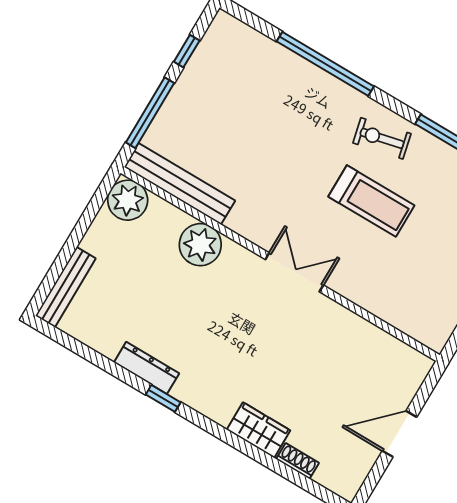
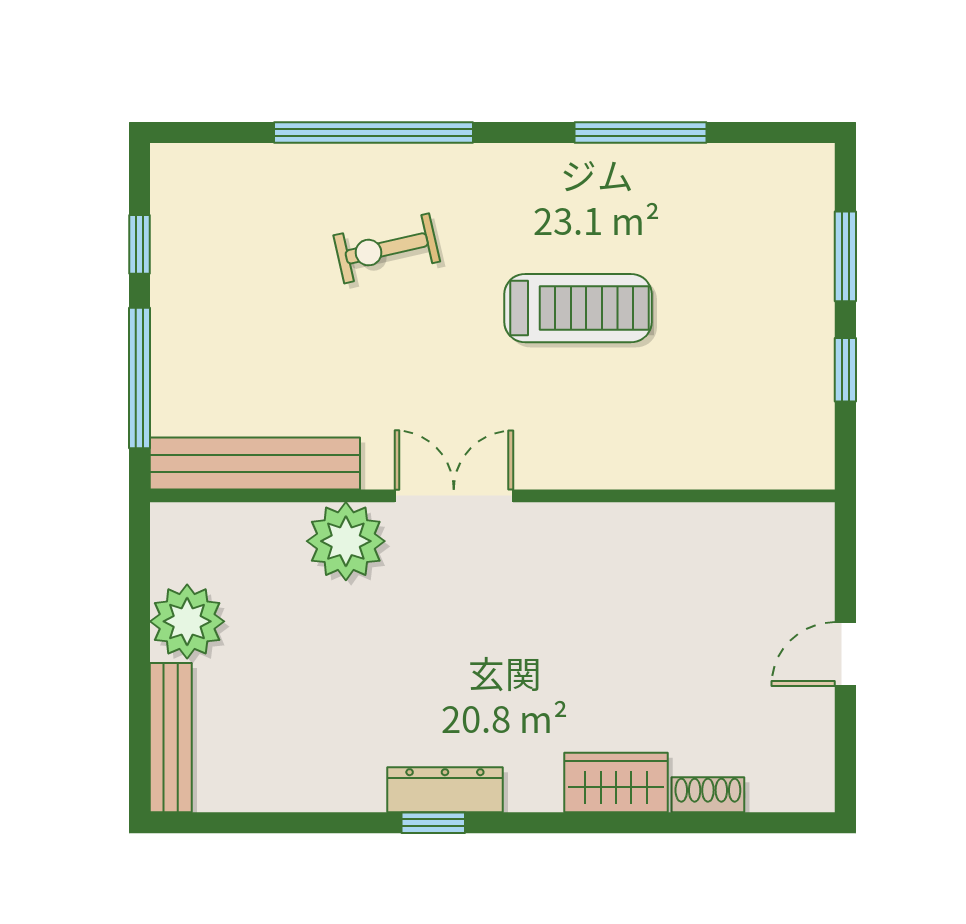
exercise bike: (382, 138) -> (387, 248), moved
plant: (128, 200) -> (187, 621), moved
double door: (294, 272) -> (454, 496), moved
dresser: (147, 368) -> (445, 790), moved
door: (400, 434) -> (845, 654), width x0.73

